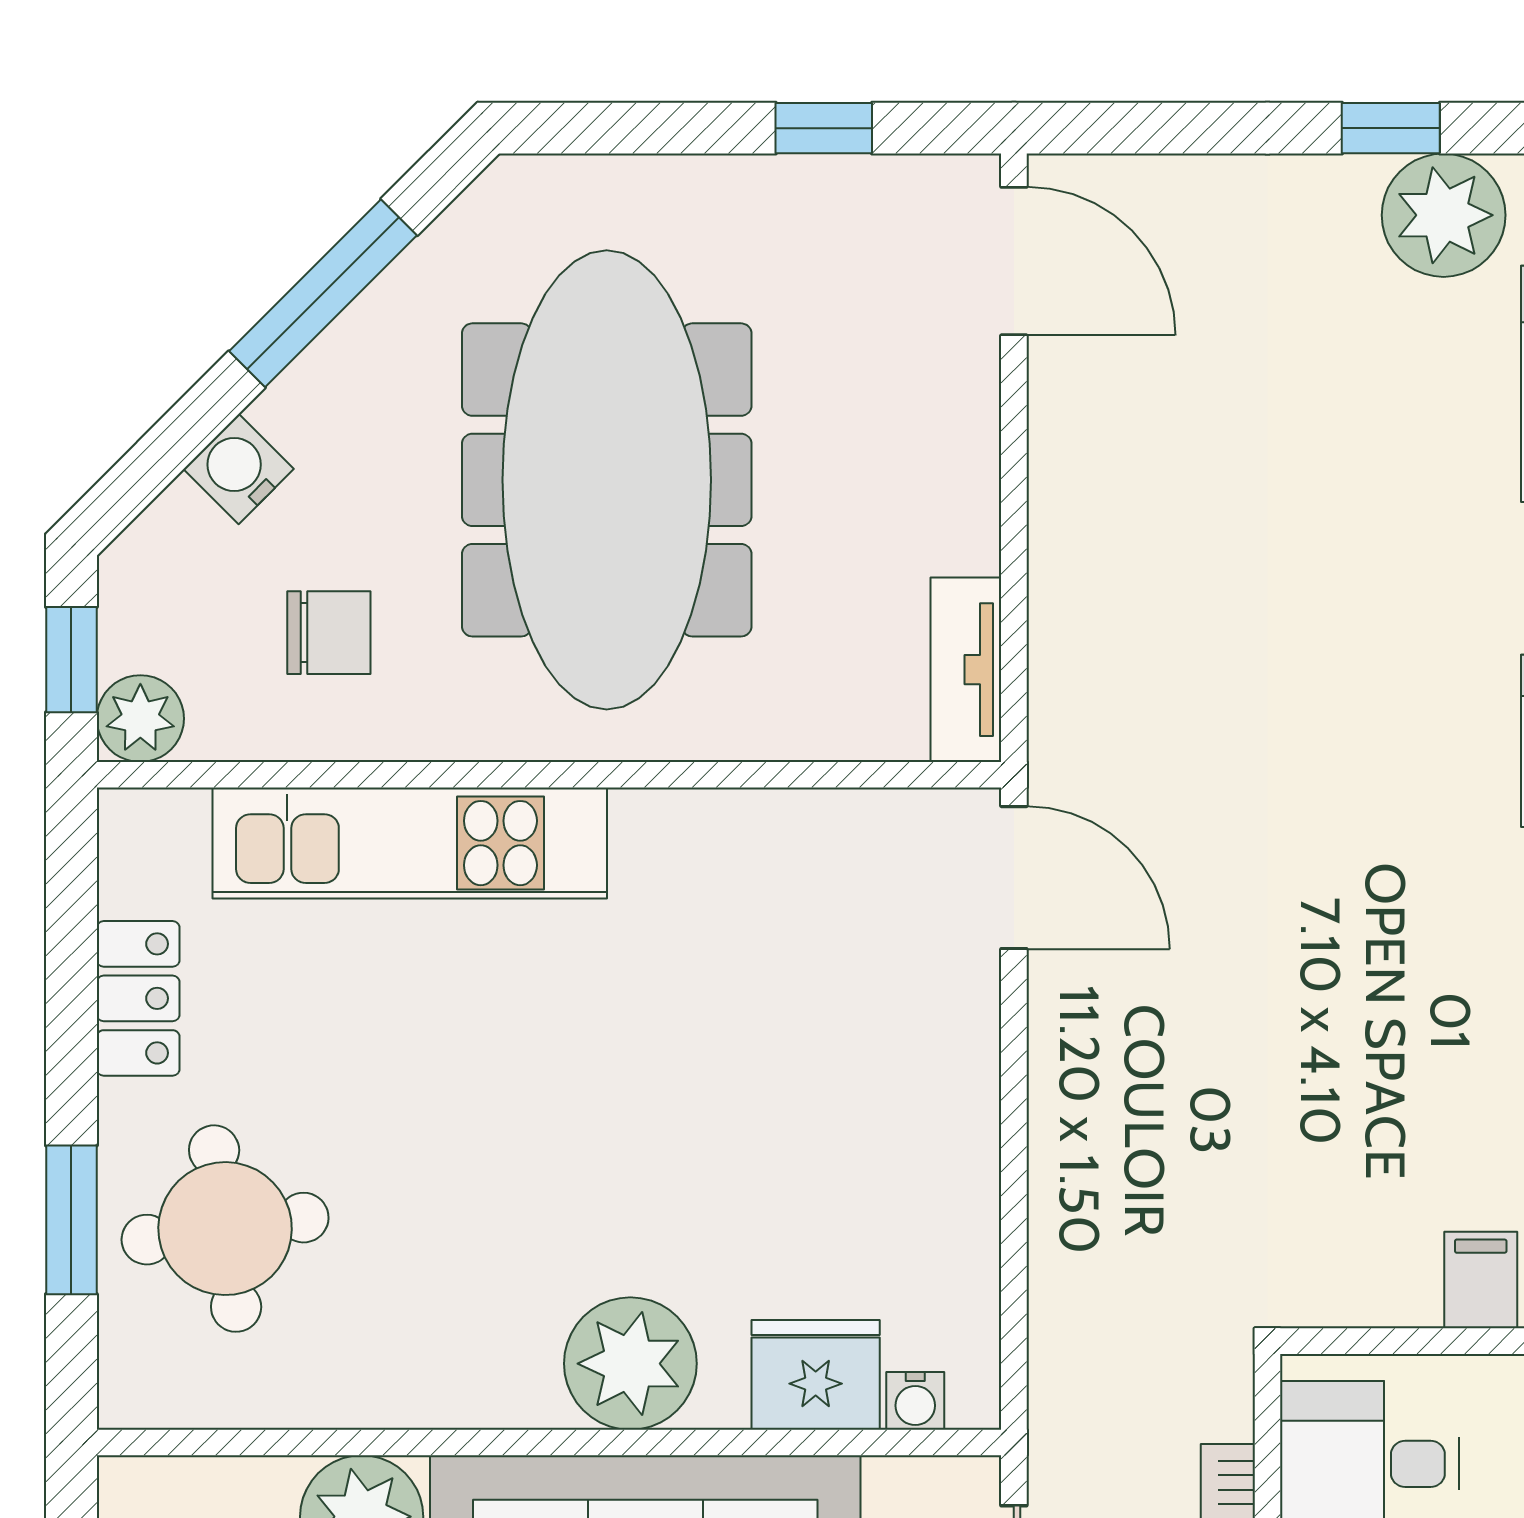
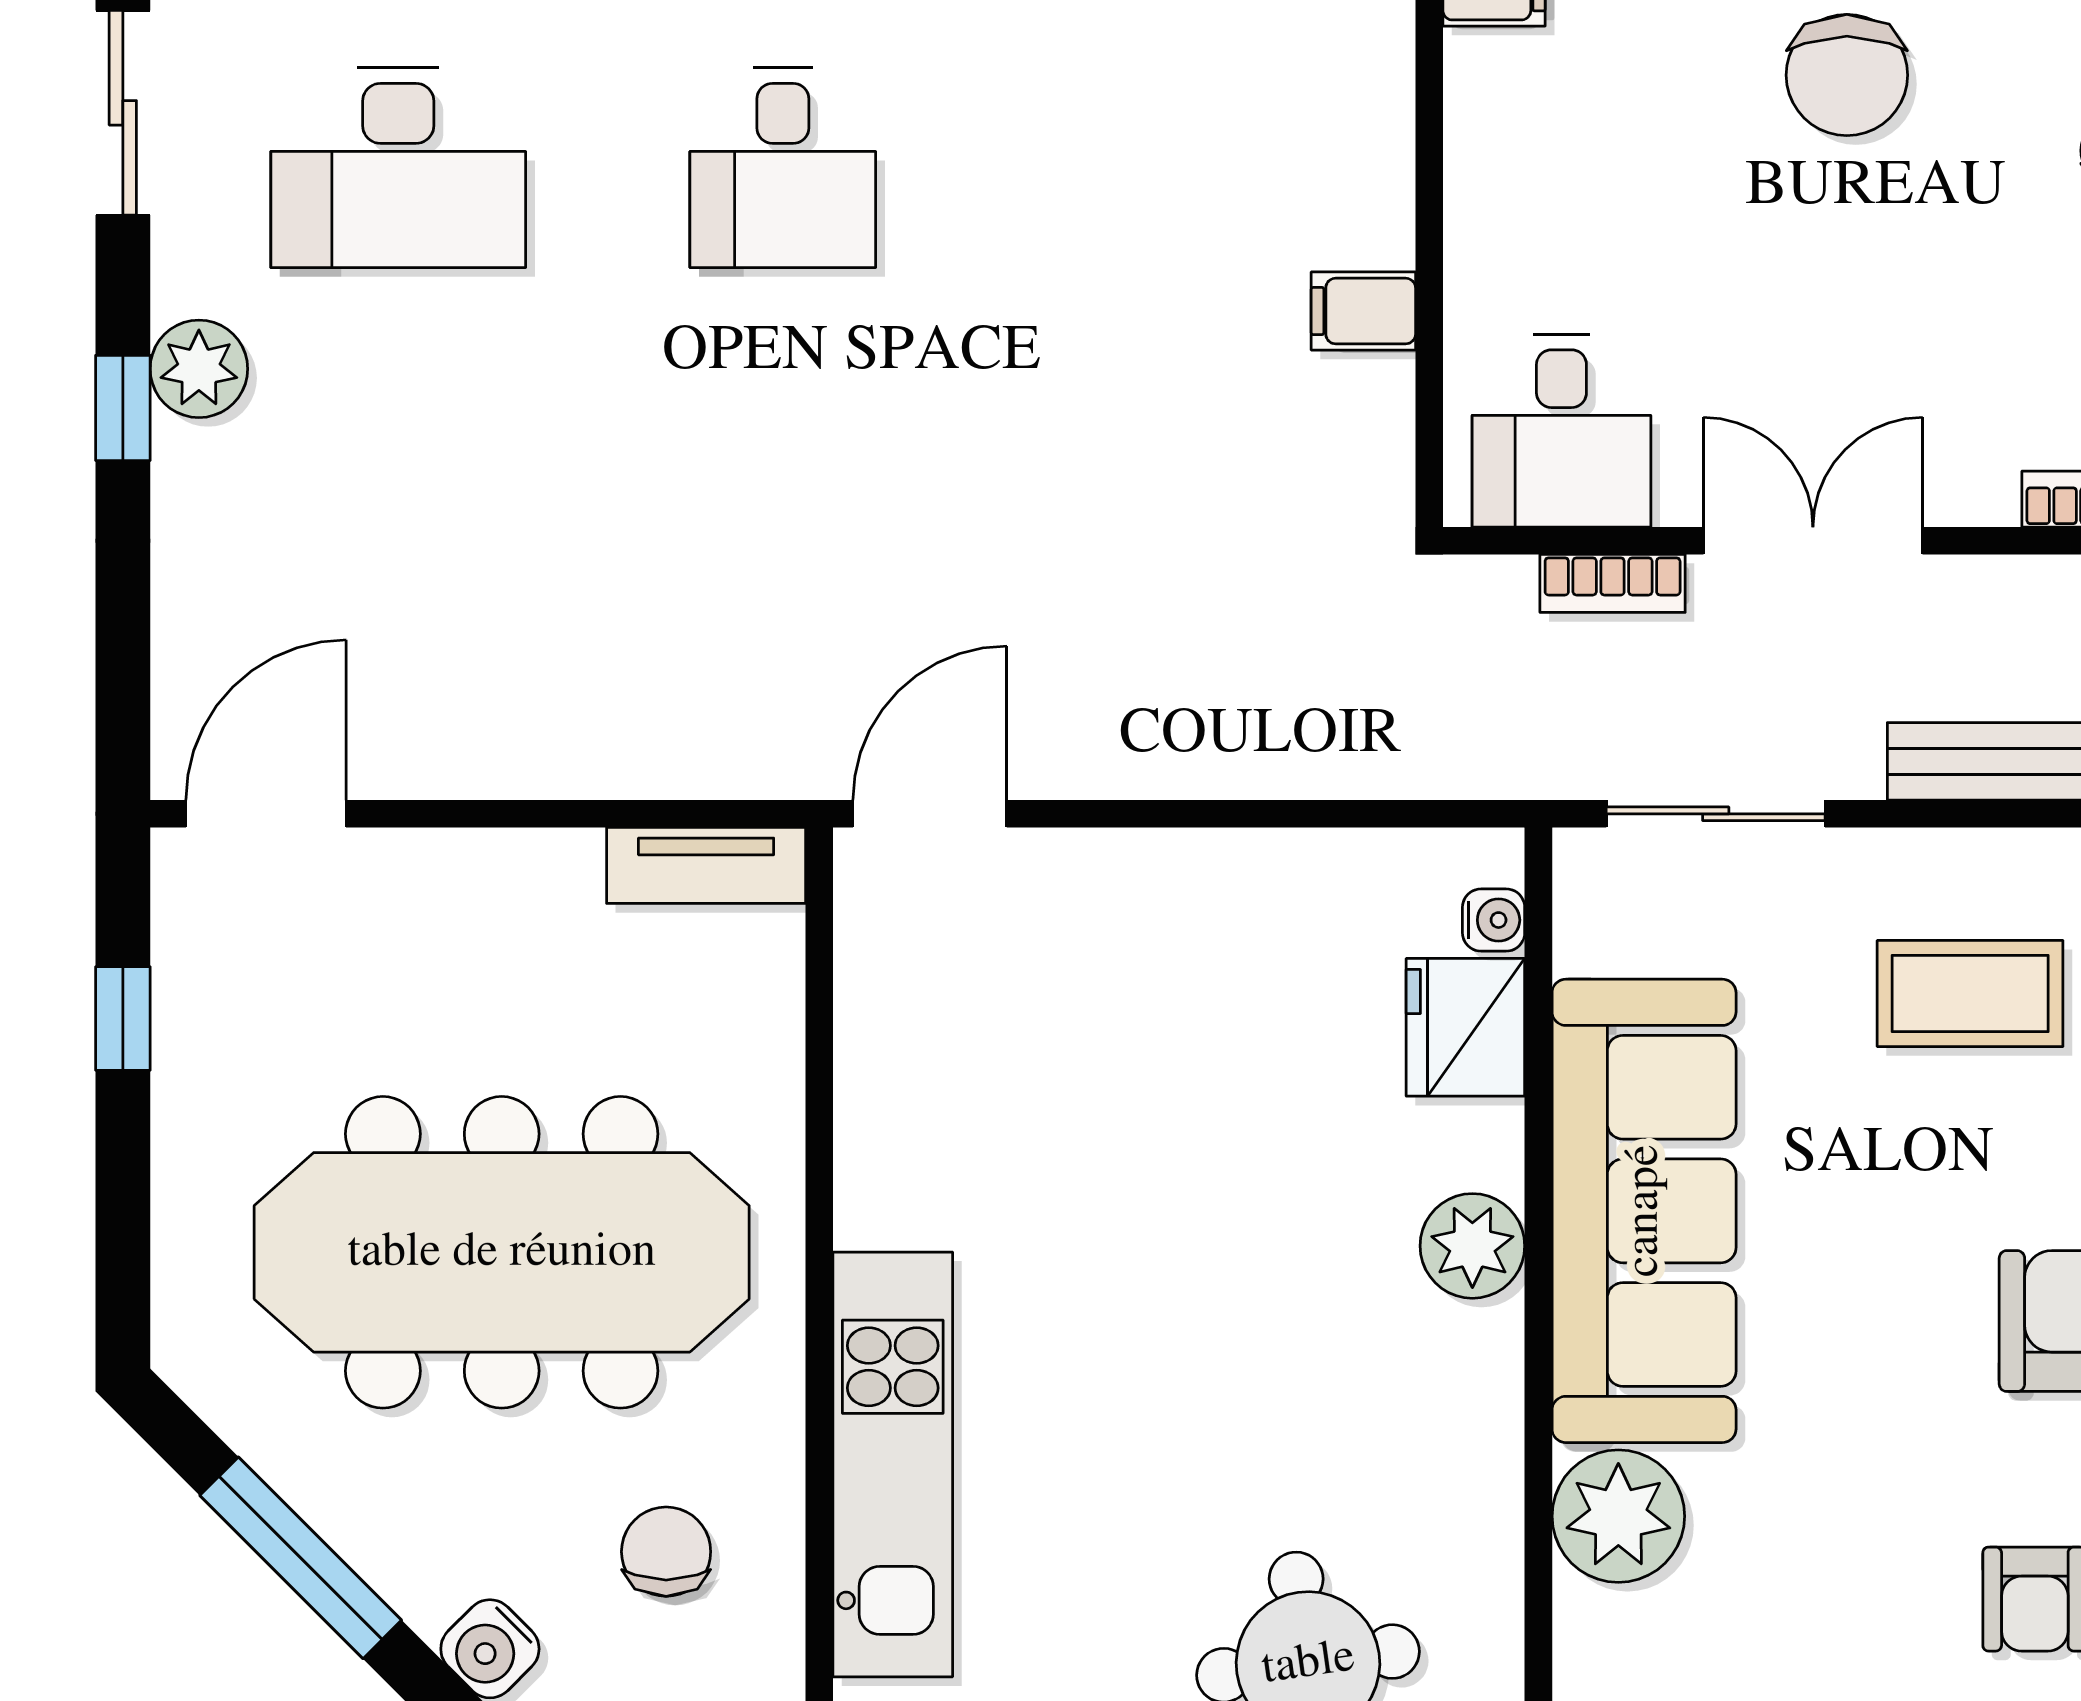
plant: (1444, 215) -> (199, 369), width x0.73, depth x0.73
plant: (630, 1364) -> (1472, 1246), width x0.73, depth x0.73

